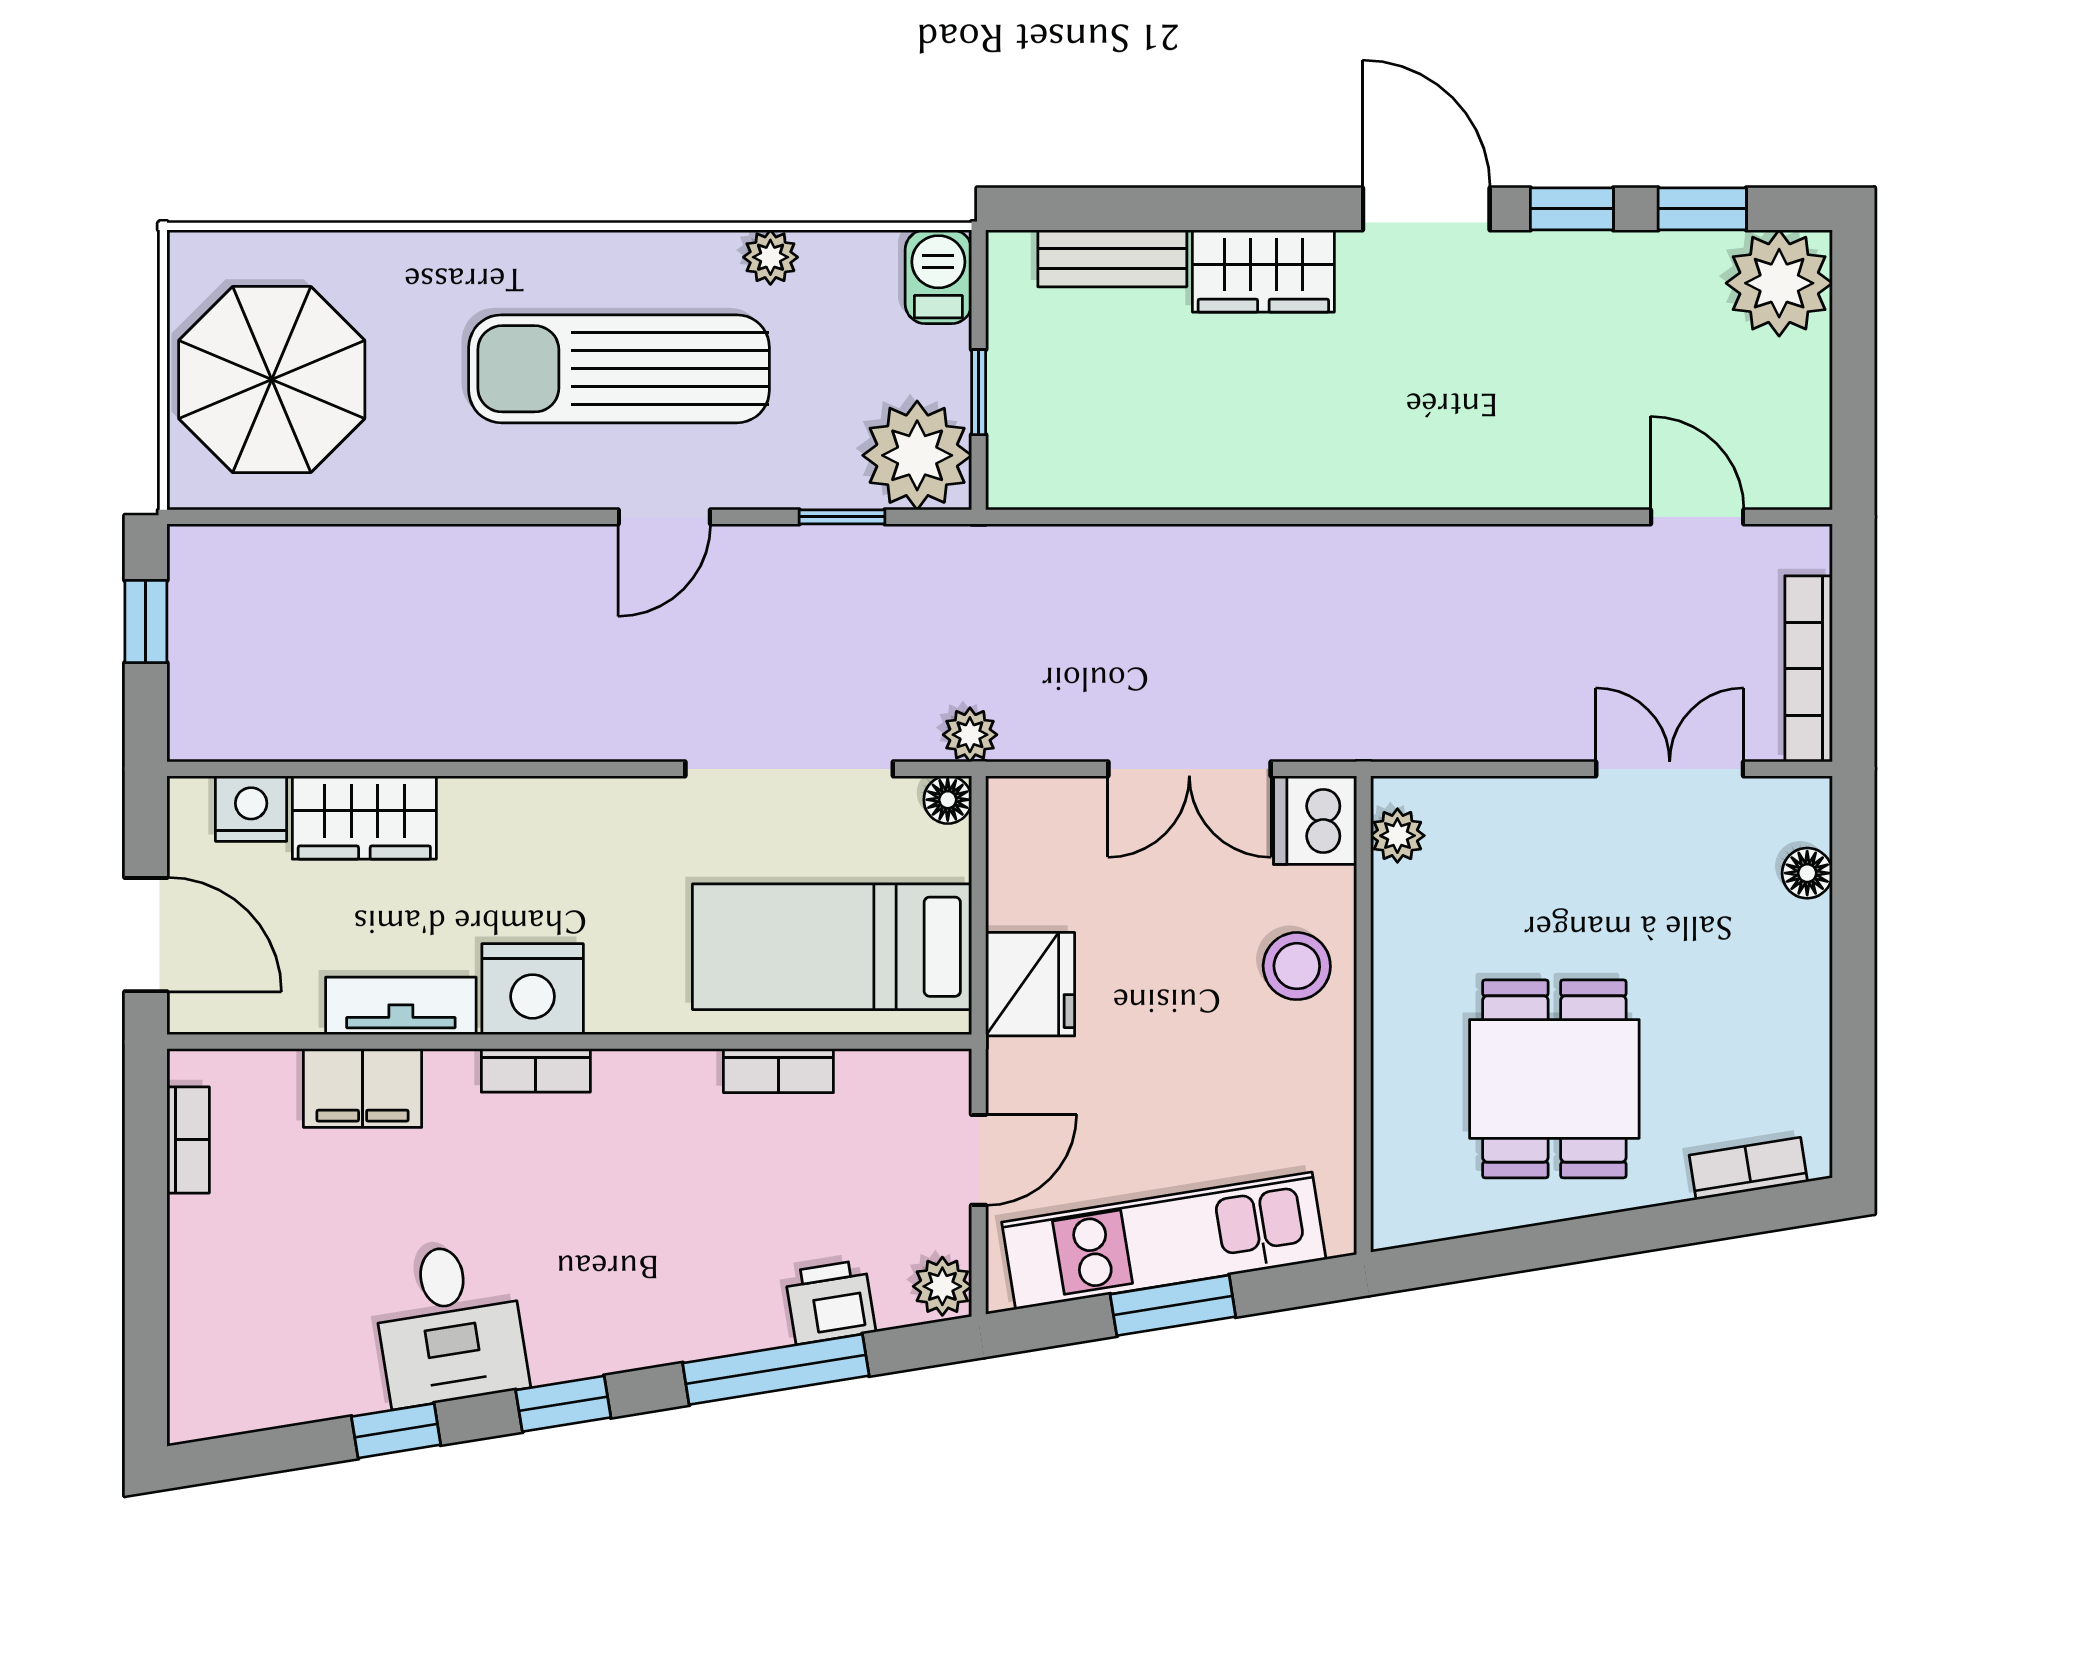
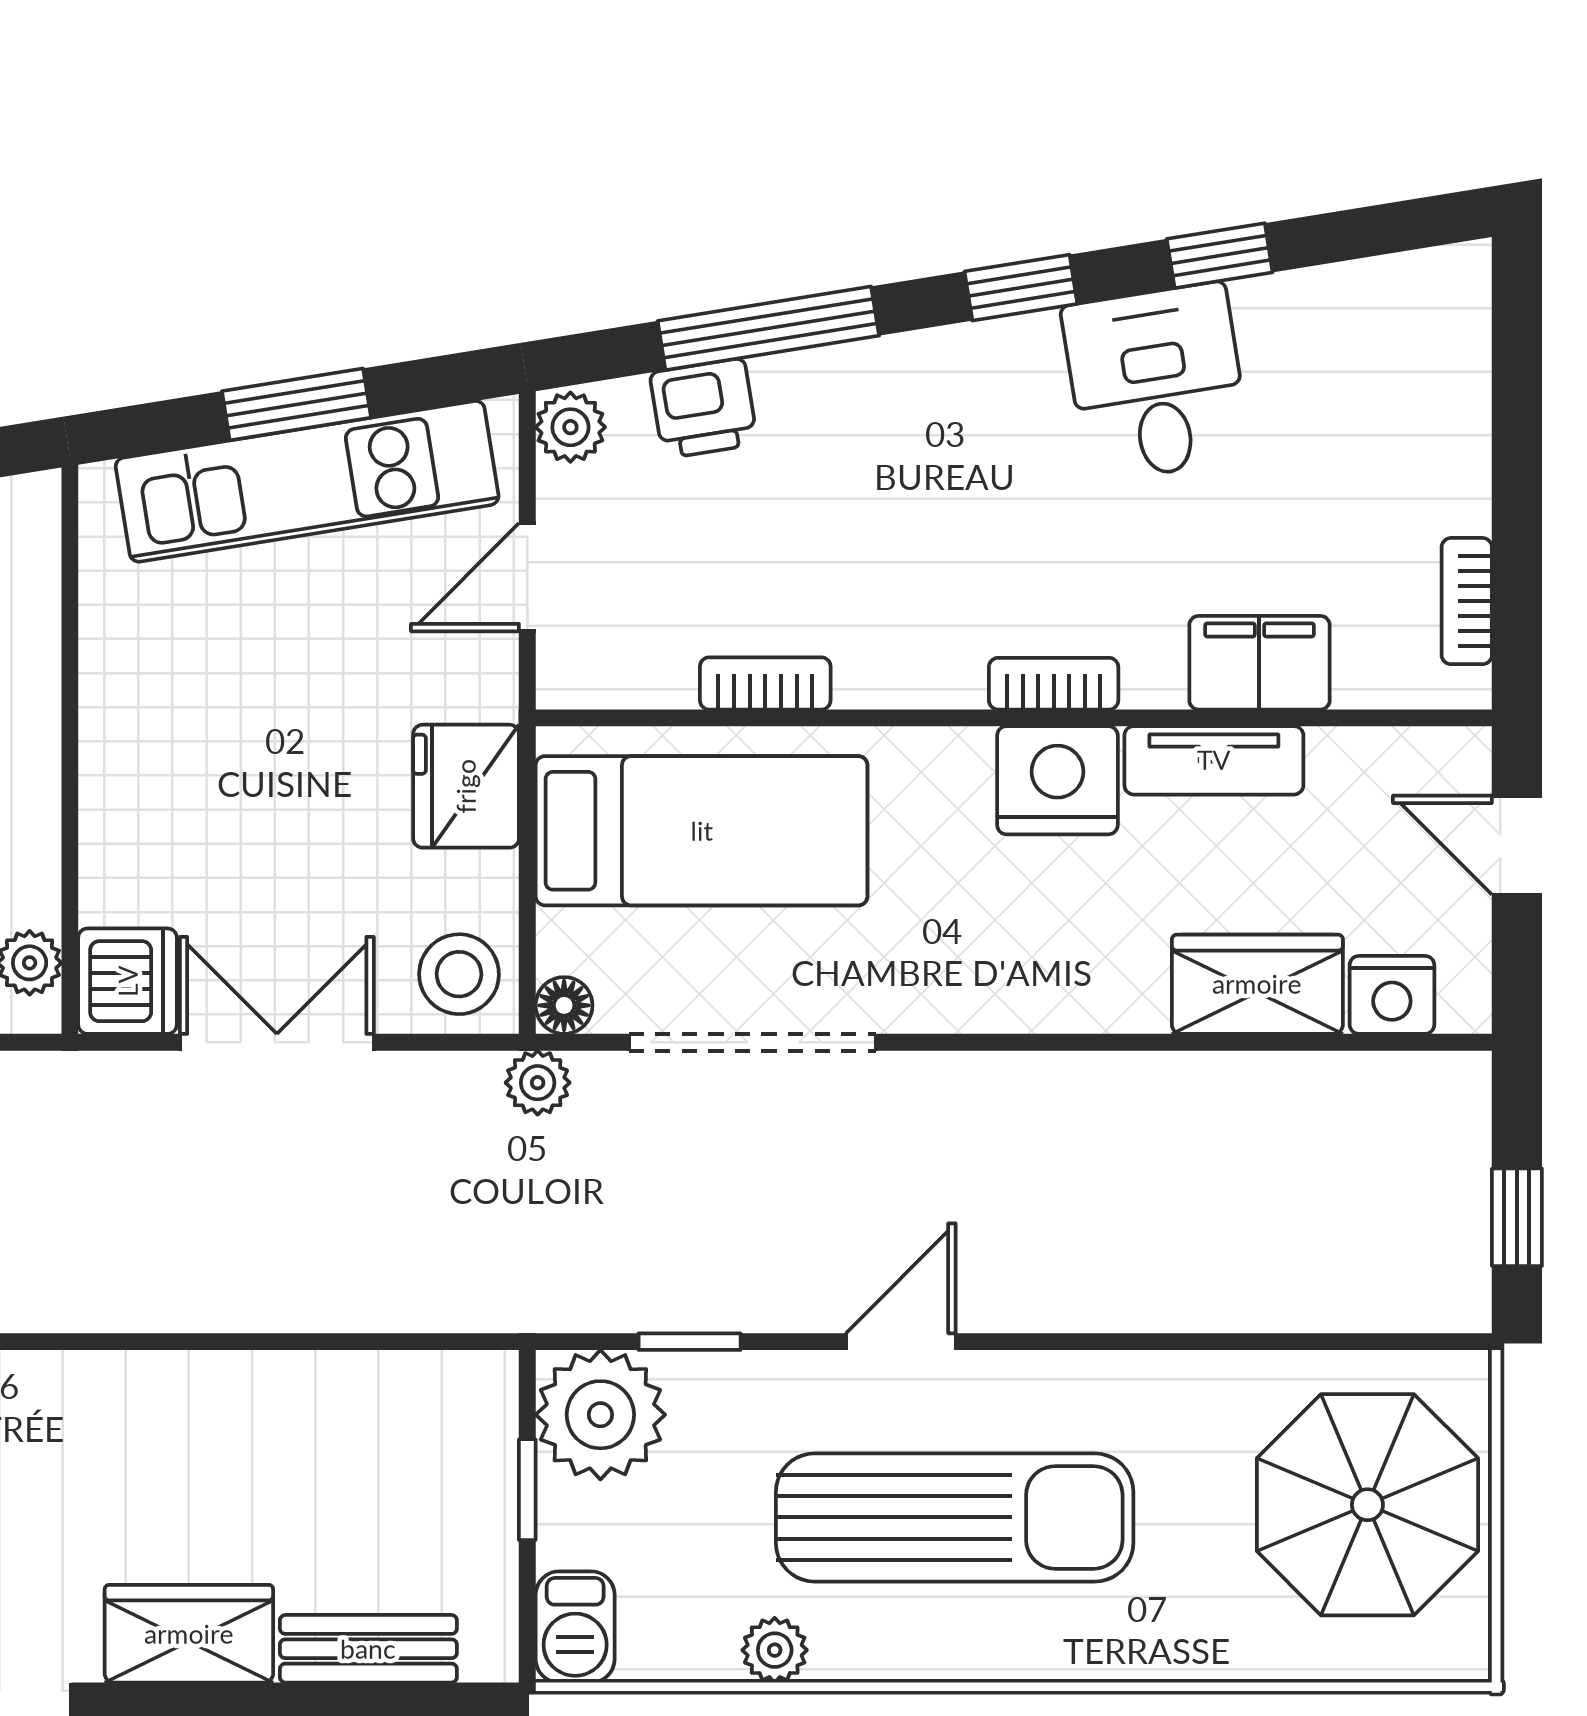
door: (146, 935) -> (1517, 845), width x0.73
stool: (1297, 966) -> (459, 974), moved

